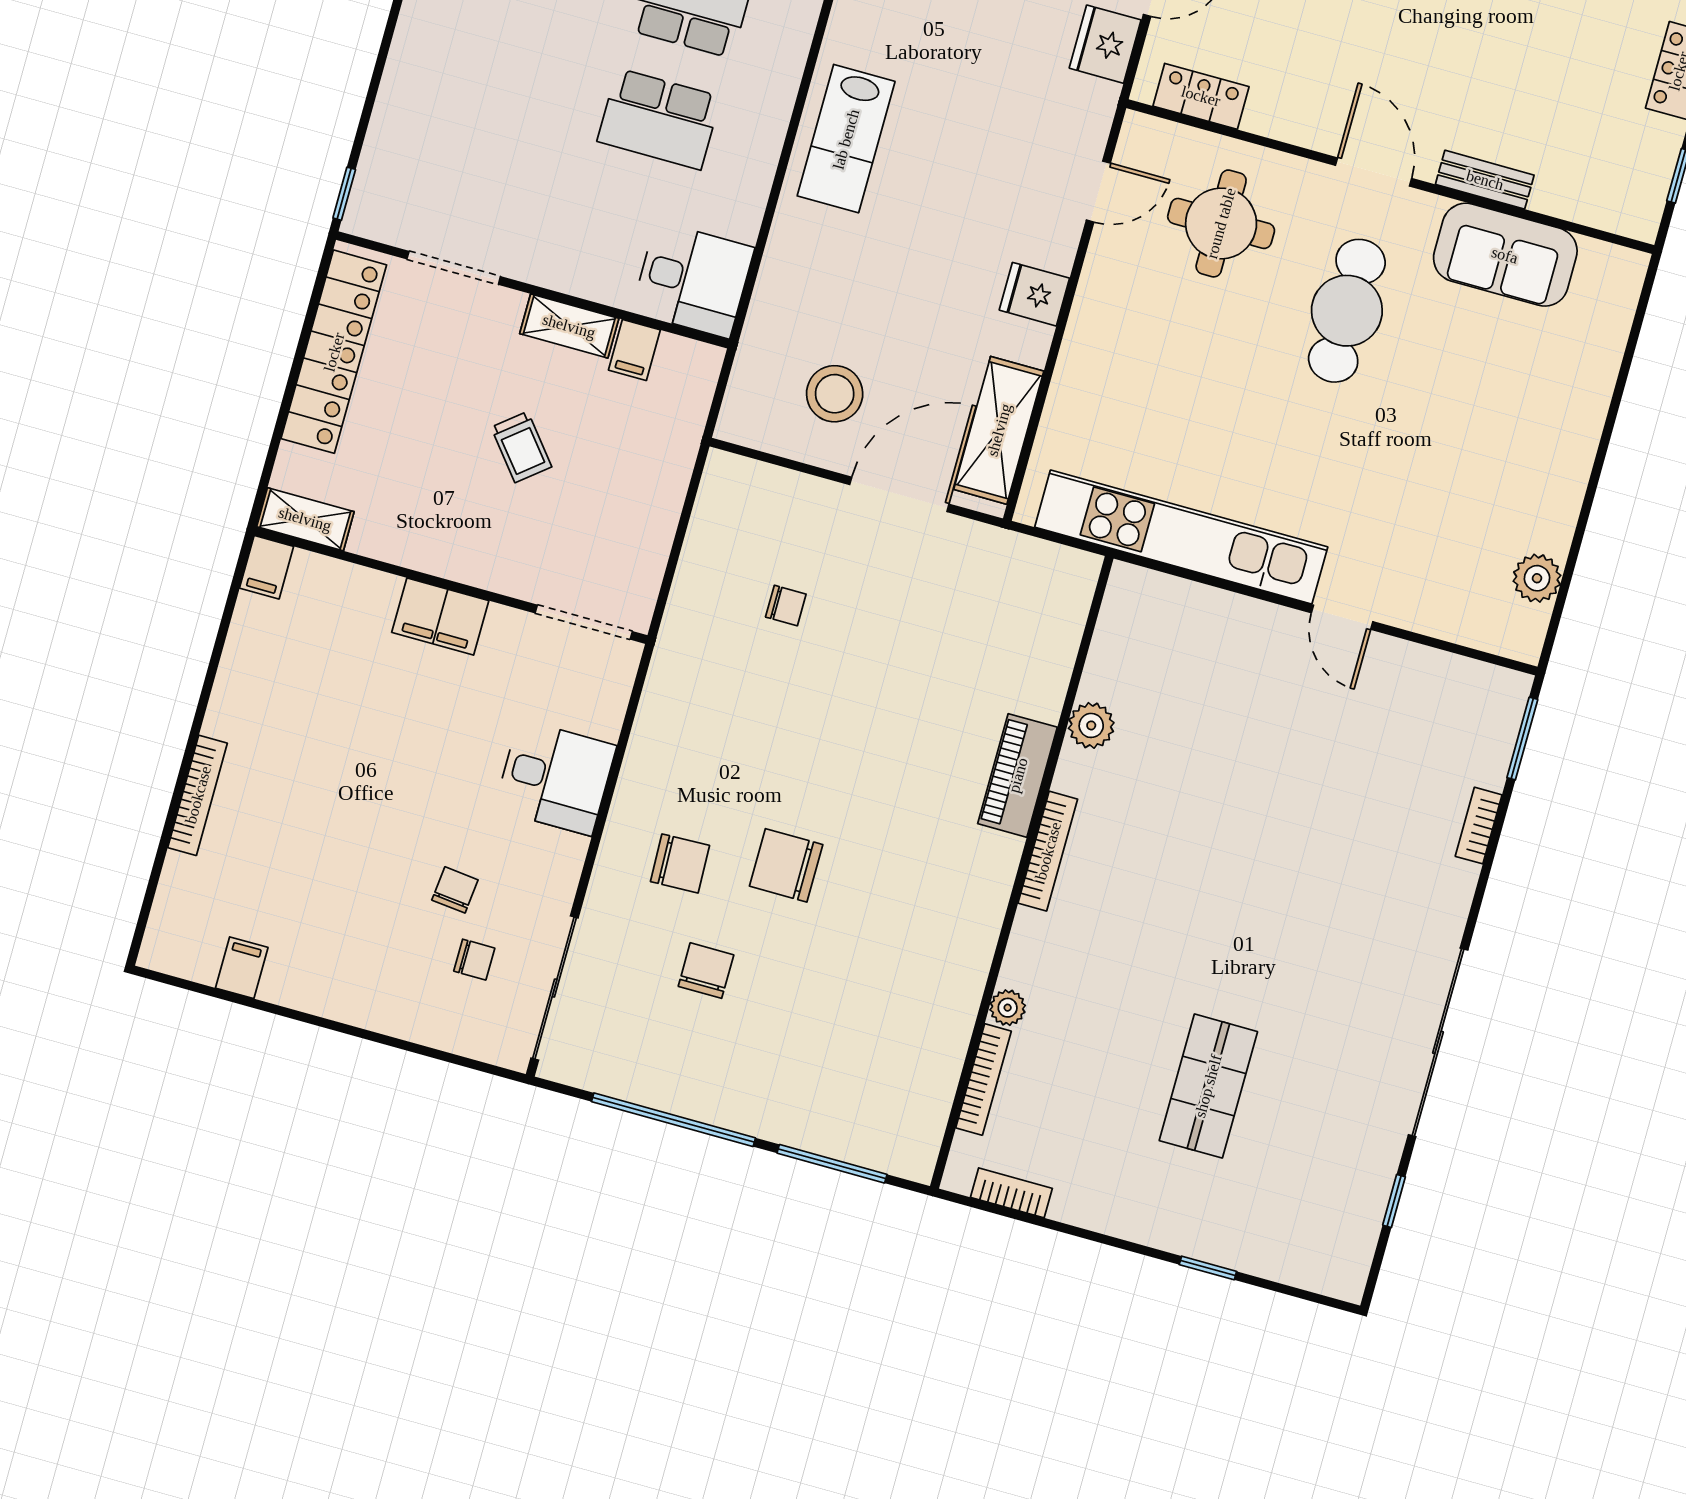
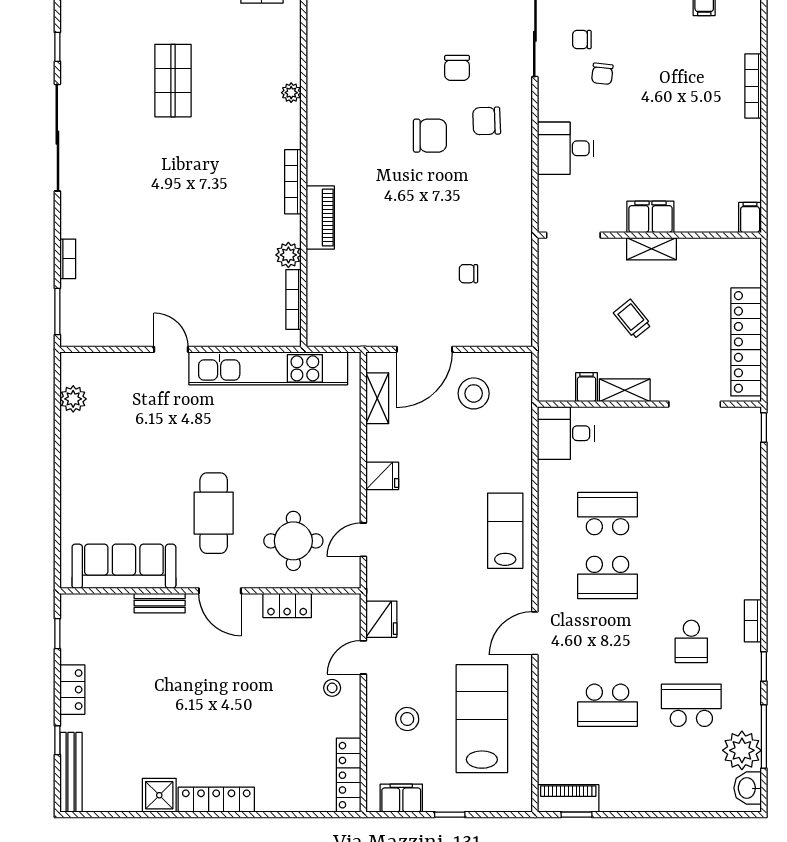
locker: (1201, 96) -> (287, 606), moved
sofa: (1505, 255) -> (124, 566), width x1.36
shelving: (999, 430) -> (377, 398), width x0.67, depth x0.75
shelving: (305, 519) -> (651, 249), moved
bookcase: (983, 1079) -> (293, 300), moved

